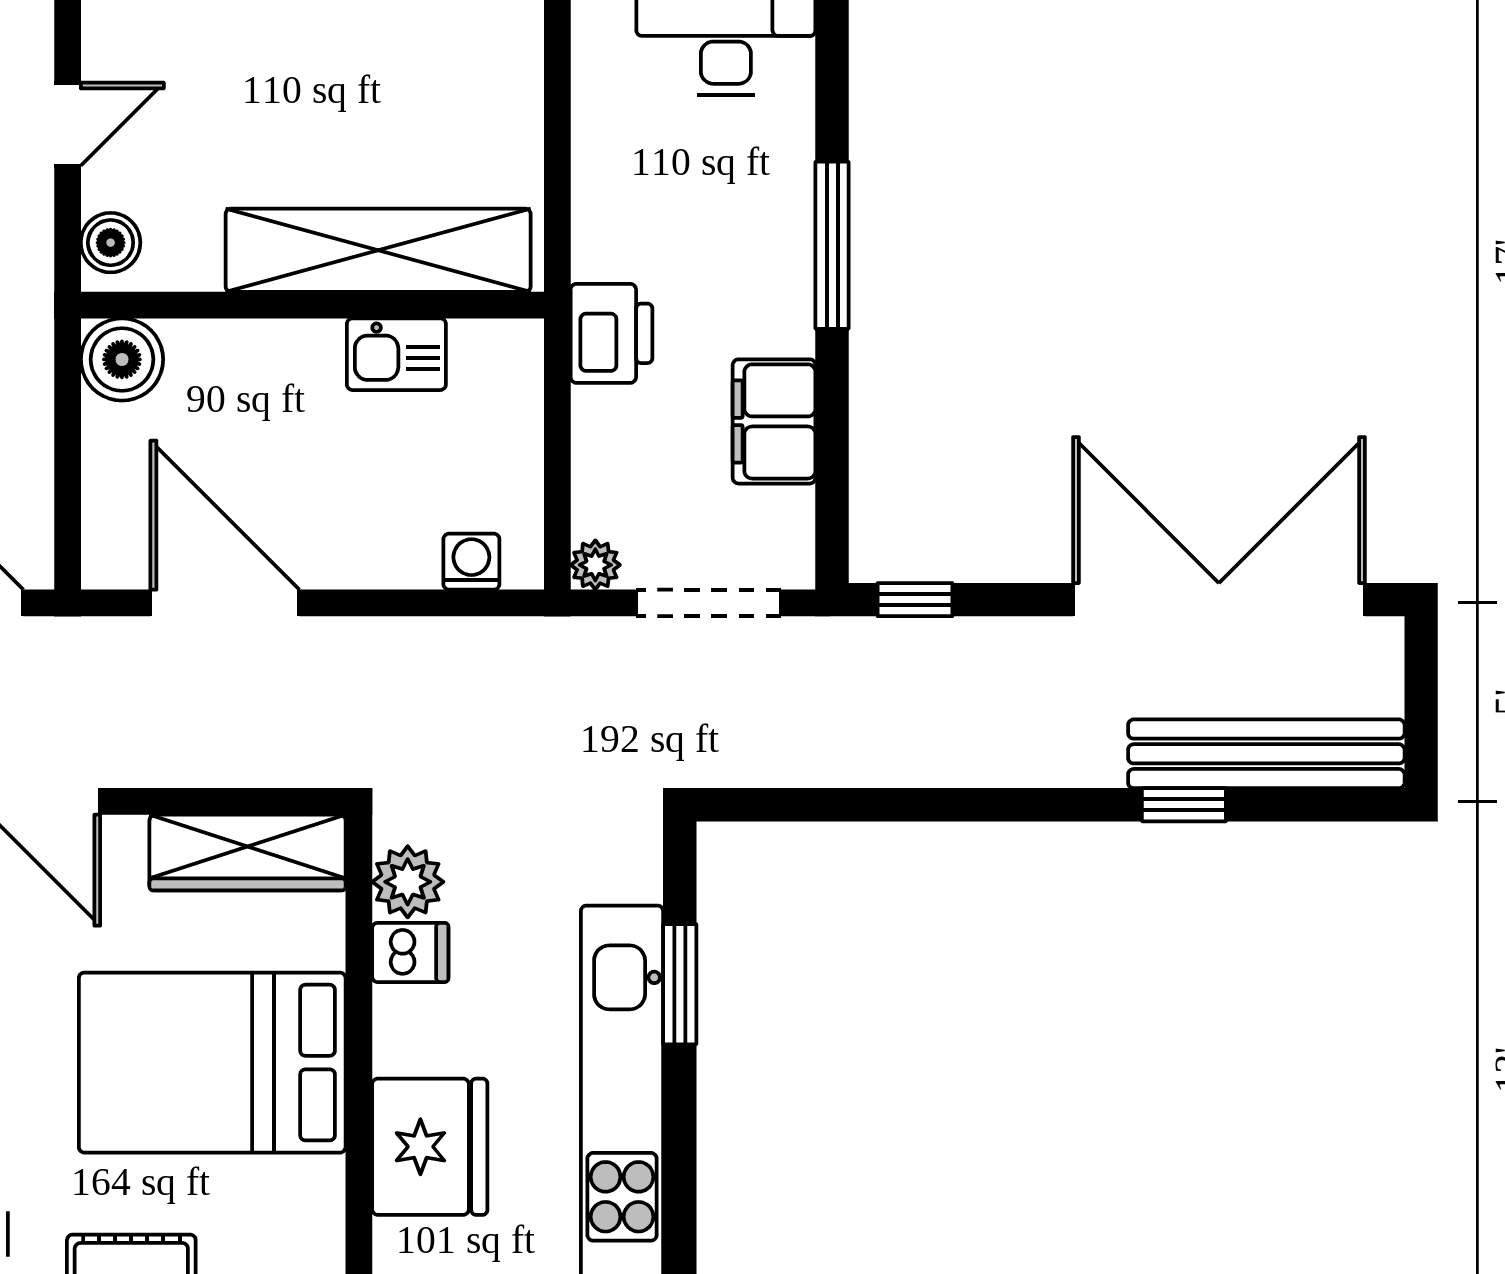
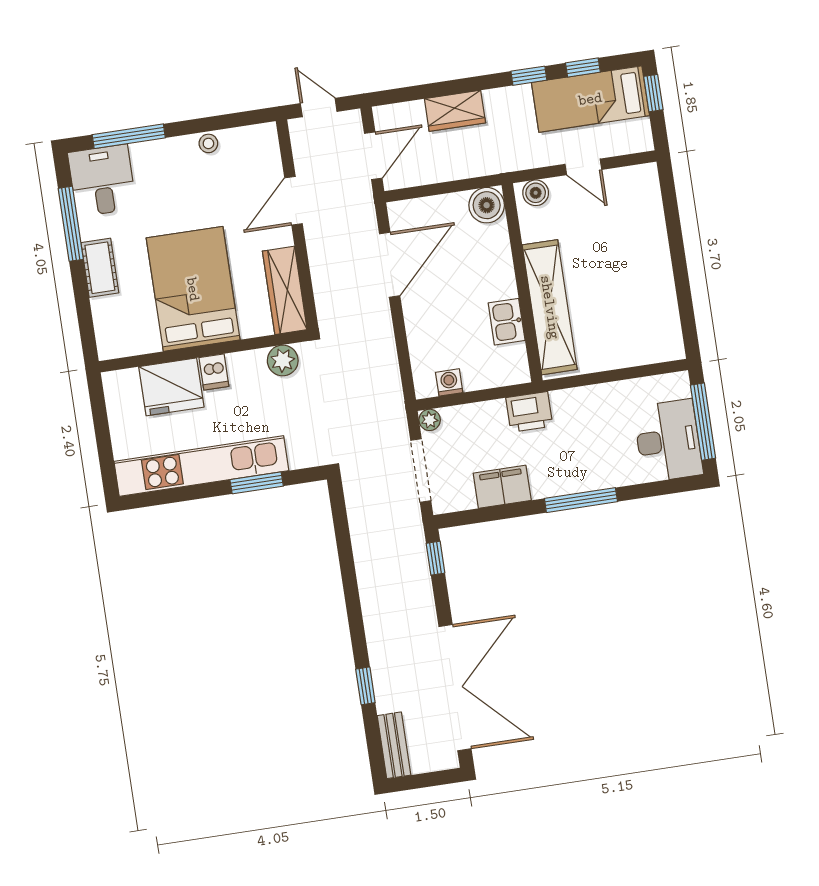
washing machine: (471, 562) -> (449, 382), moved, turned -90
bench: (1266, 754) -> (394, 745), width x0.54, depth x0.82
dishwasher: (410, 952) -> (214, 372), moved

